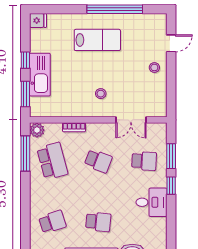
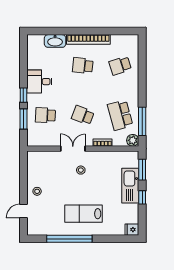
double door: (131, 120) -> (73, 149), moved

